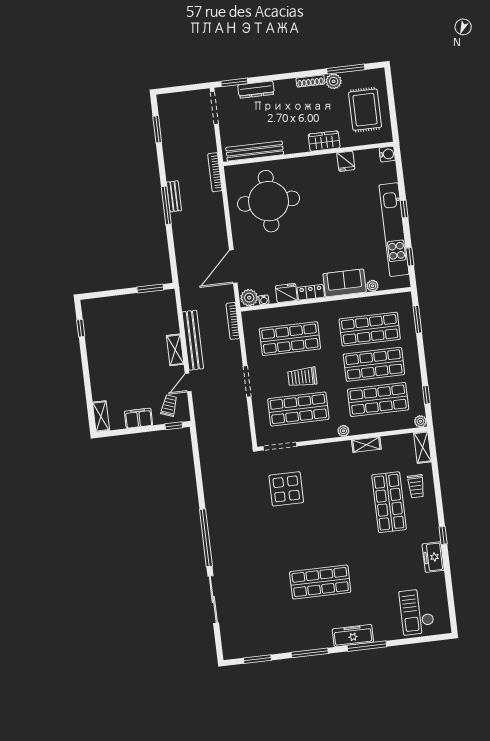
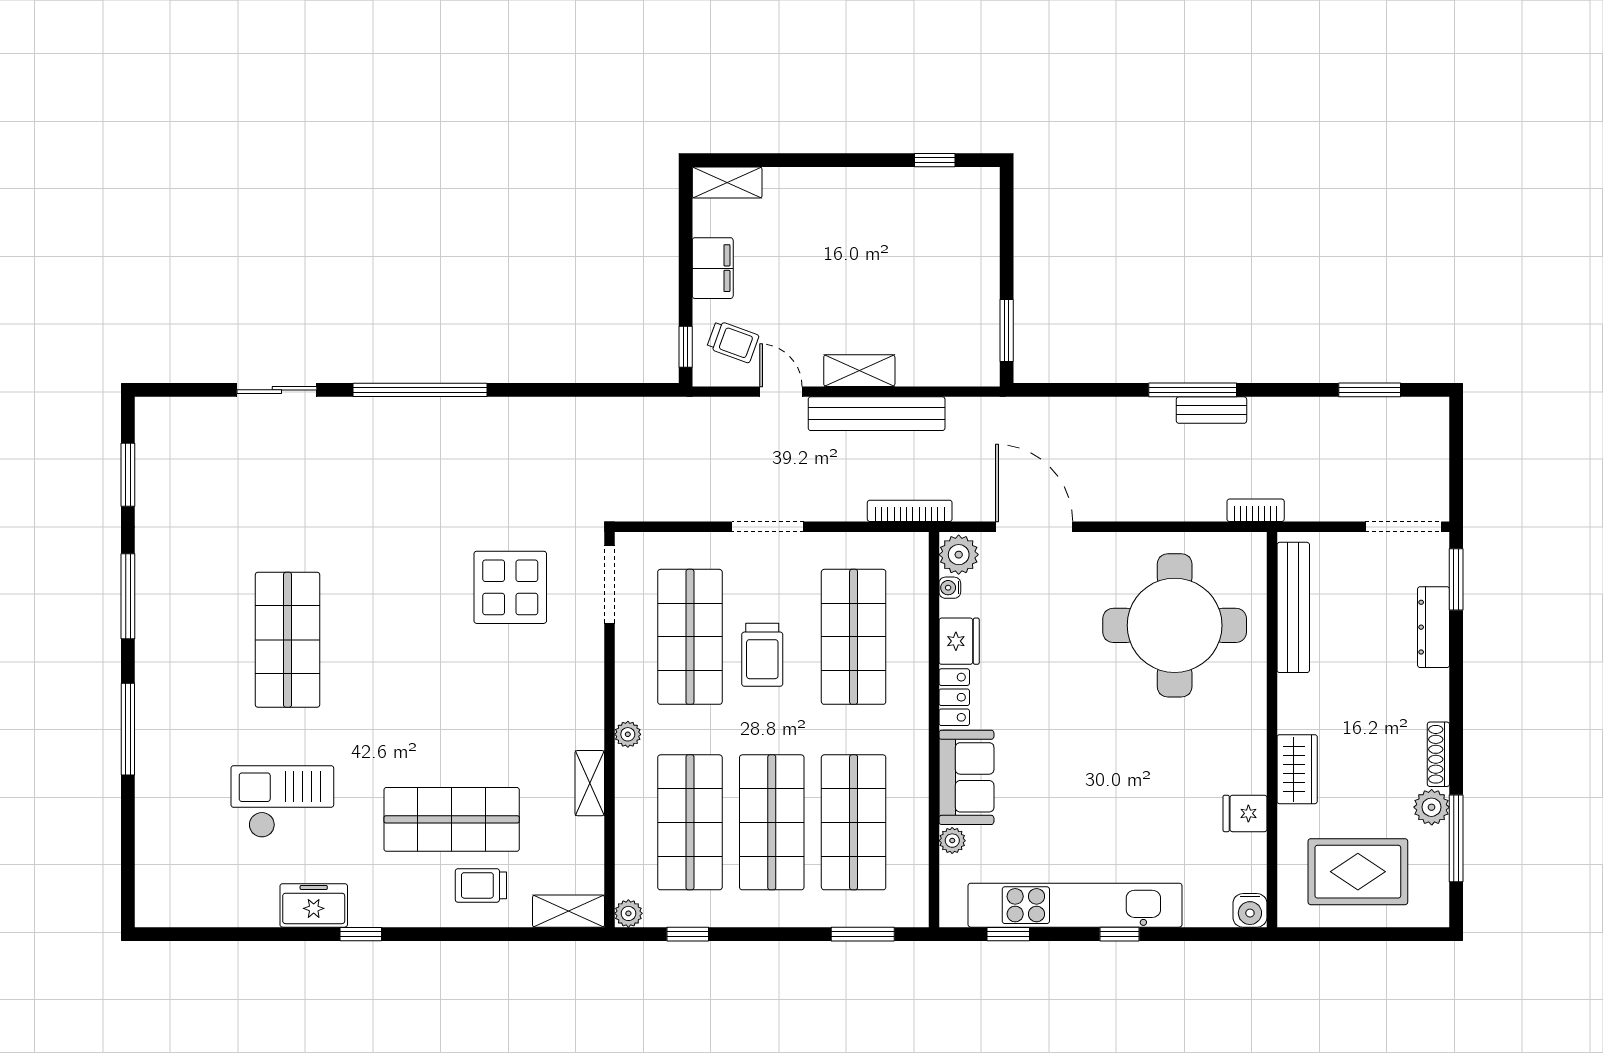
bookcase: (215, 172) -> (1256, 510), width x0.64
trolley: (302, 377) -> (762, 655), turned 180
sliding door: (213, 599) -> (277, 390), width x0.73
checkout: (417, 612) -> (282, 802), moved
freezer: (353, 636) -> (156, 700), removed

